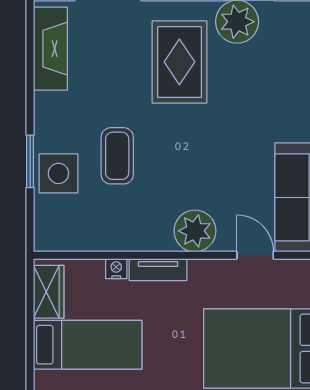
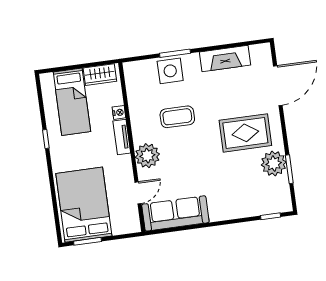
fireplace: (50, 49) -> (225, 59), moved
coffee table: (117, 156) -> (177, 117), moved

